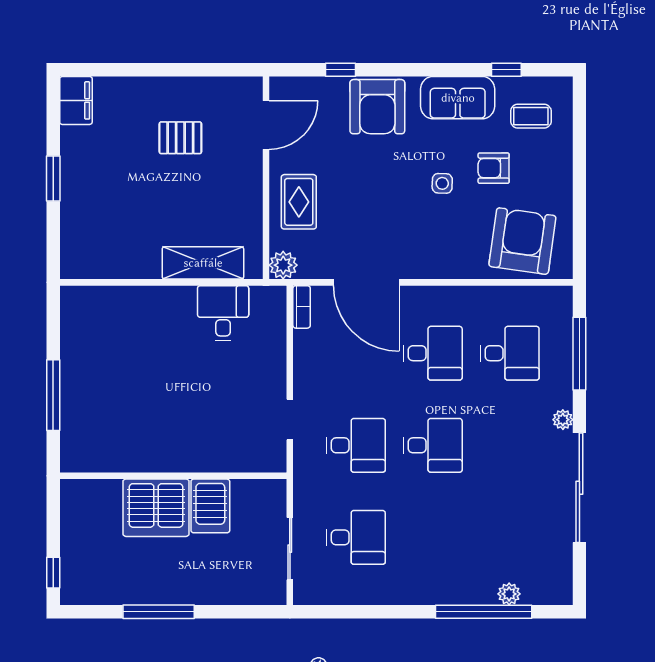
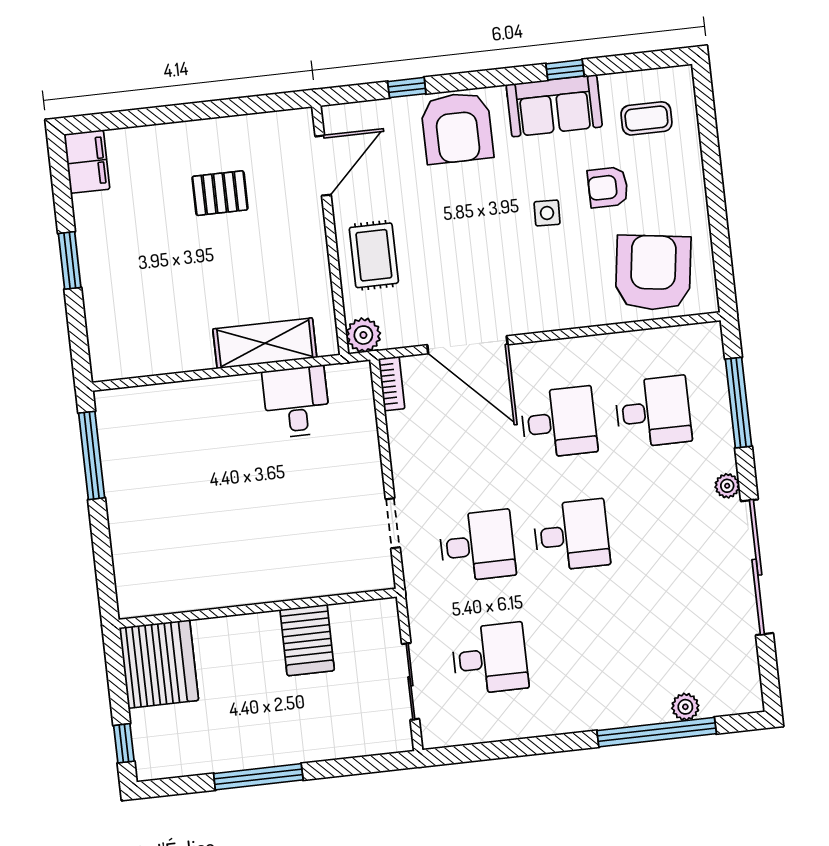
window: (506, 70) -> (565, 70), moved
window: (53, 395) -> (92, 455), moved
server rack: (156, 508) -> (159, 664), moved, turned -90

